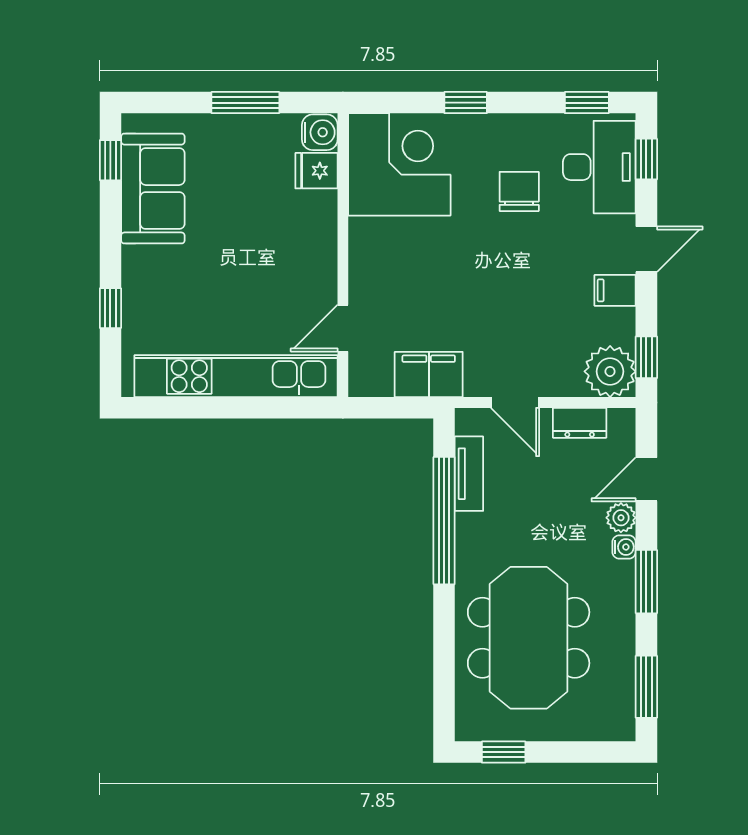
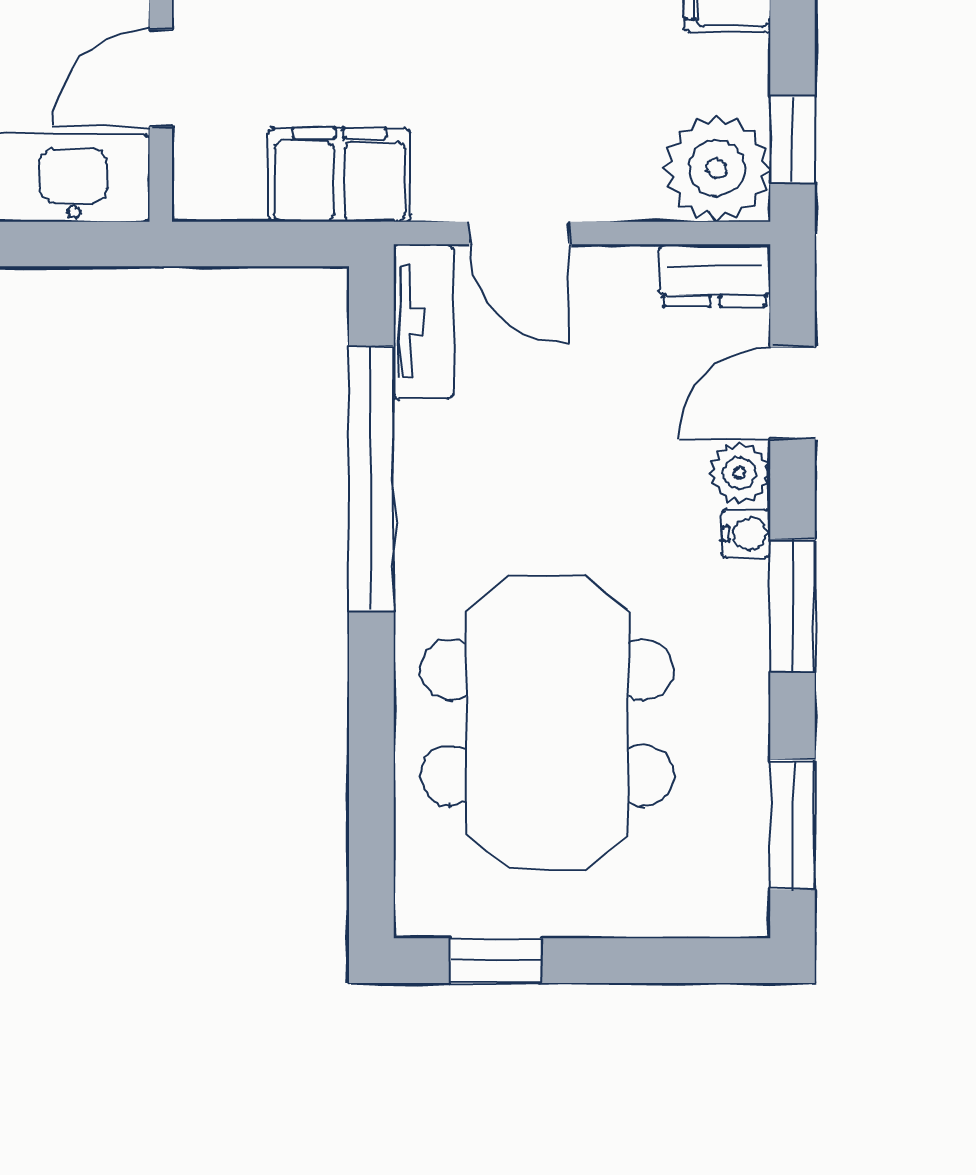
dresser: (580, 423) -> (715, 275), moved
tv unit: (469, 474) -> (423, 322), moved

